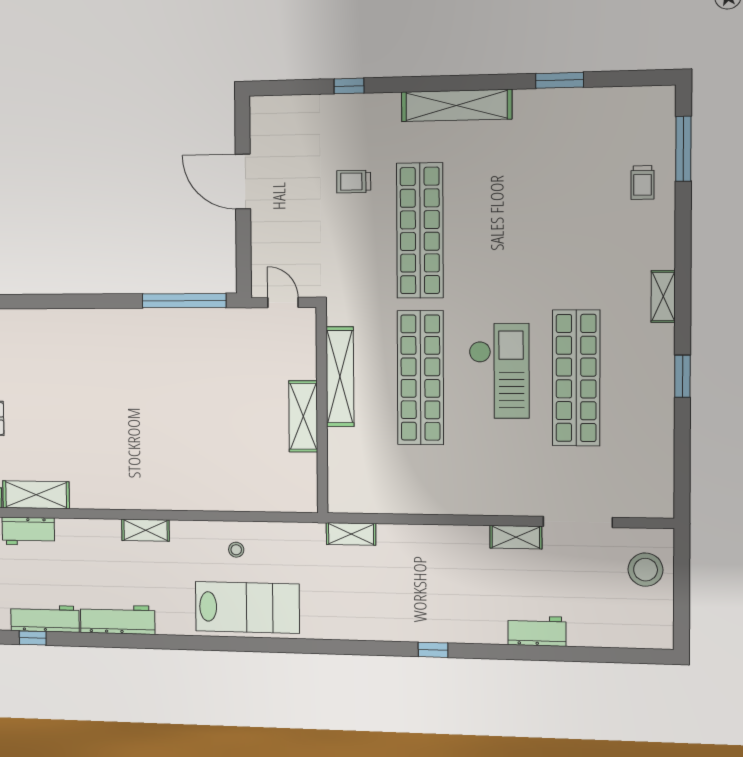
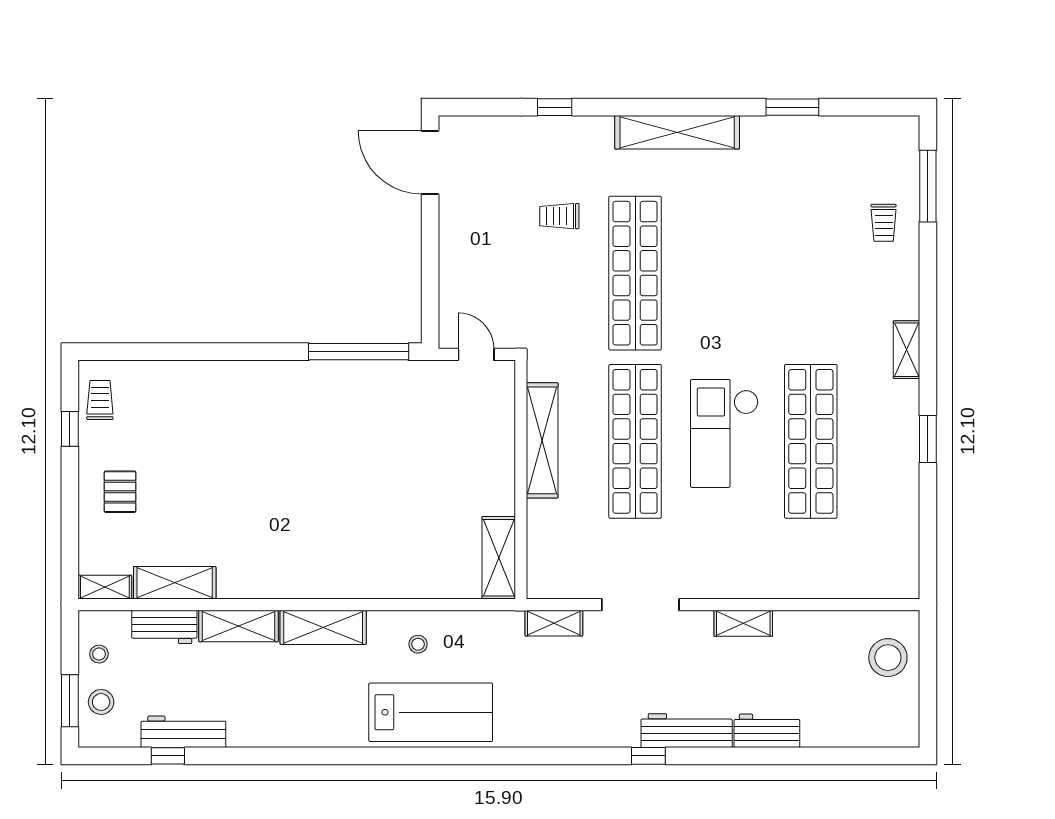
door: (243, 182) -> (430, 162), moved
checkout: (499, 371) -> (724, 433), turned 180
shelving: (303, 416) -> (499, 558), moved
doorway: (578, 522) -> (640, 605), moved
shelving: (145, 530) -> (323, 627), width x1.50, depth x1.33
shelving: (88, 532) -> (239, 626), added
workbench: (118, 619) -> (687, 731), moved

